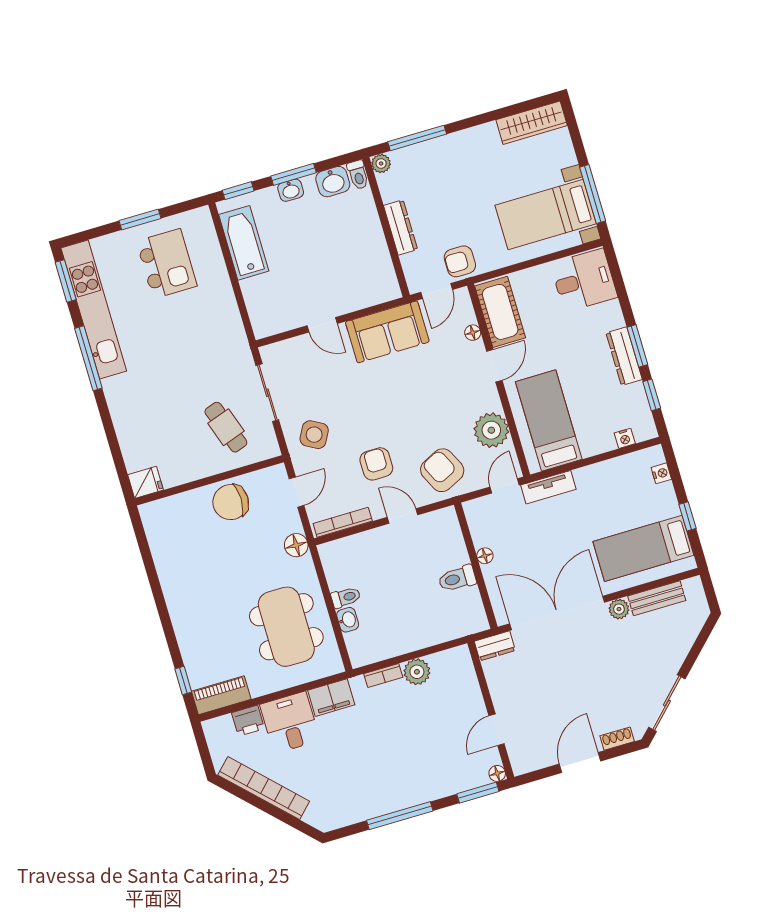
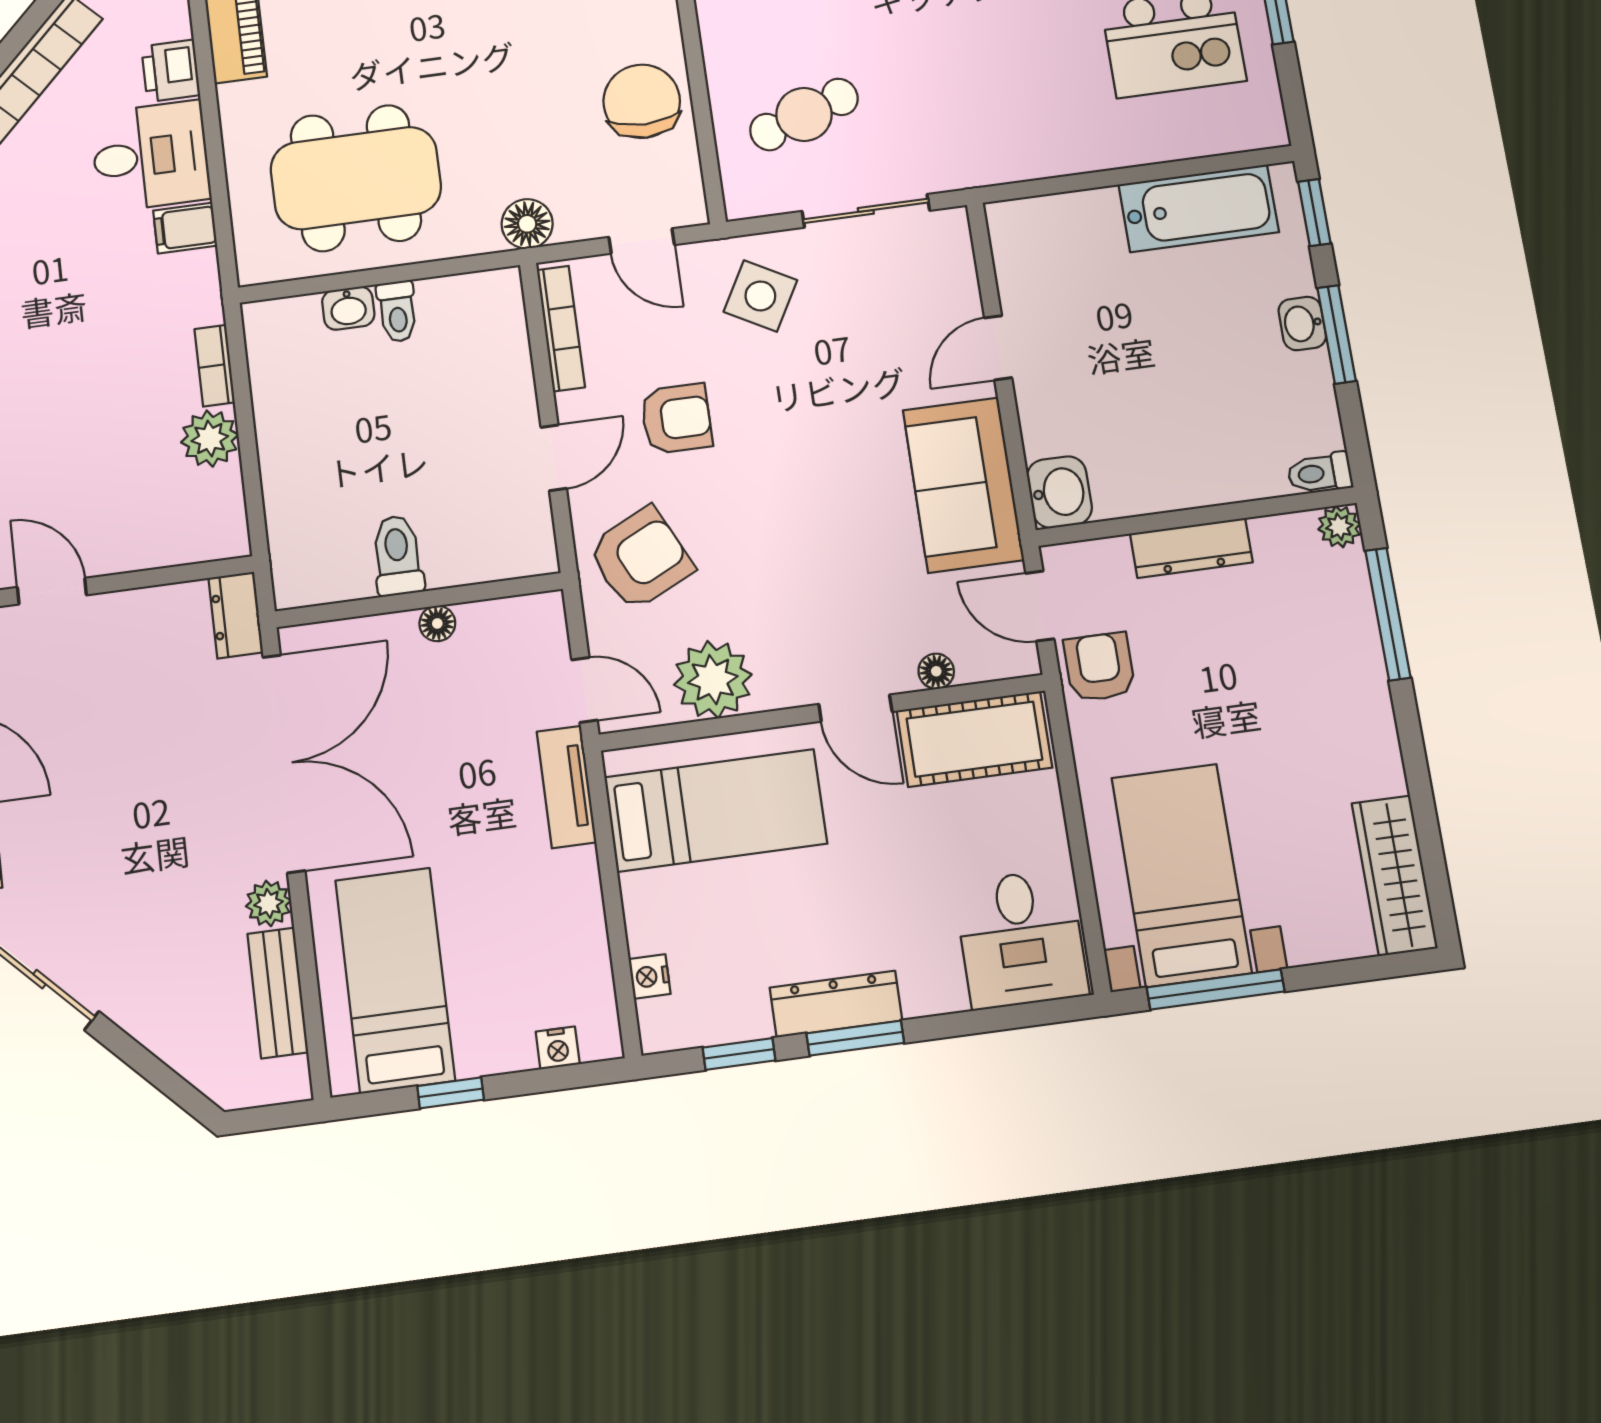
washbasin: (333, 182) -> (1059, 492), moved, turned 180
filing cabinet: (331, 698) -> (185, 228), width x0.50

